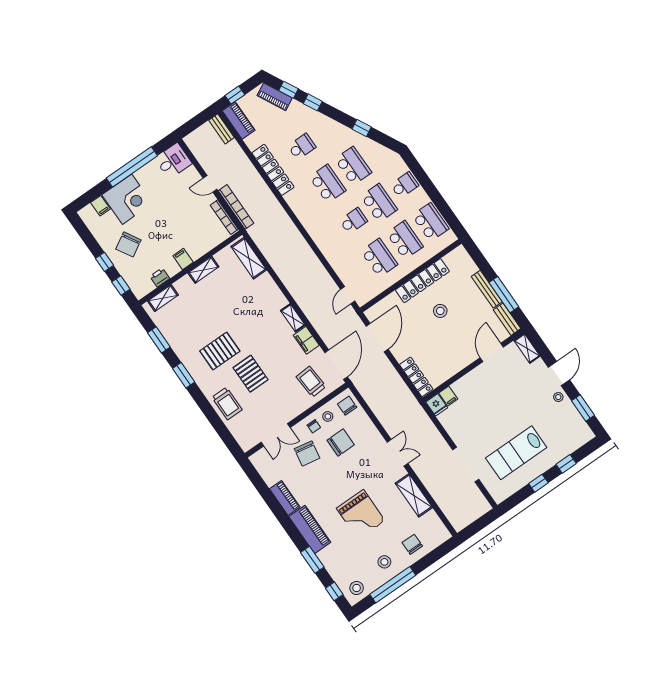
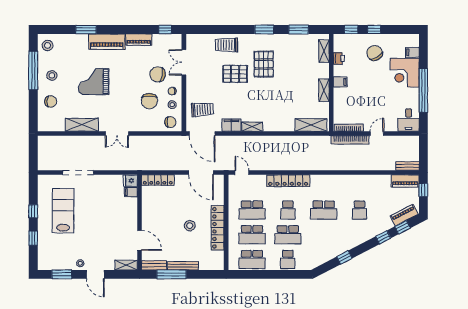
school desk: (353, 166) -> (324, 235), removed
locker: (273, 170) -> (288, 181), moved
window: (334, 591) -> (165, 29), moved

